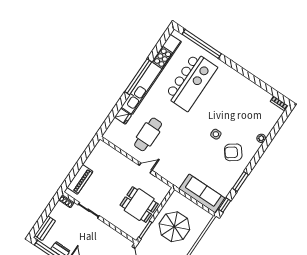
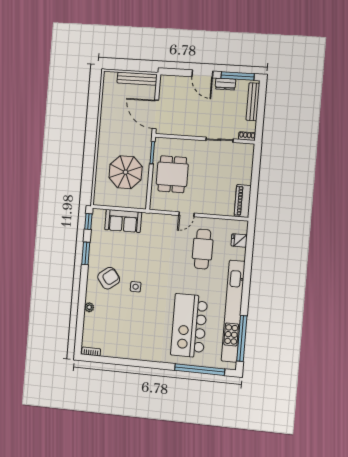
window: (138, 77) -> (242, 338), moved
fridge: (123, 116) -> (239, 240), moved
piano: (80, 179) -> (243, 201), moved
sofa: (202, 193) -> (123, 221), width x0.73
dining table: (139, 205) -> (172, 174), turned 90
bench: (45, 228) -> (253, 102), width x1.36

